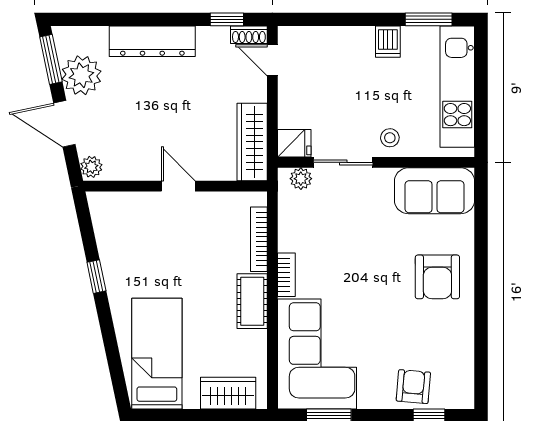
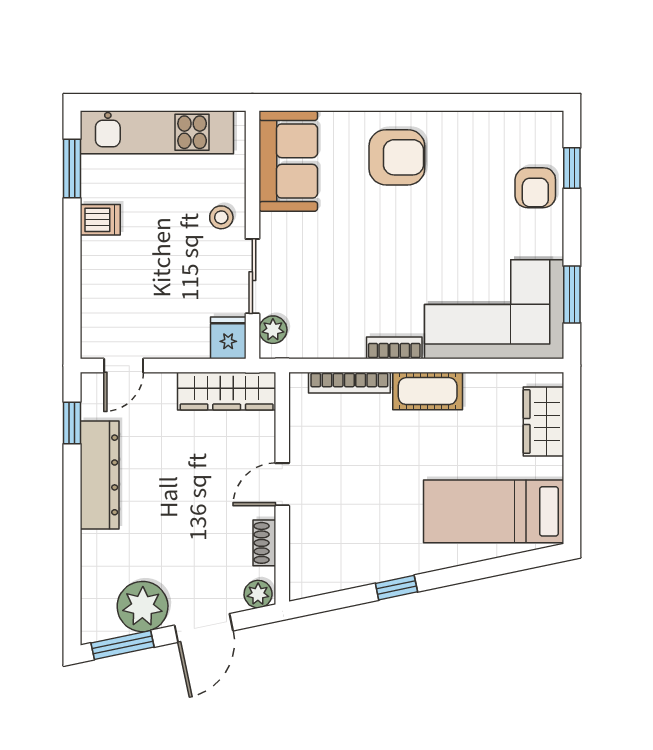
shoe rack: (249, 35) -> (264, 543), moved, turned 180
dresser: (152, 41) -> (100, 475), moved
armchair: (413, 387) -> (535, 188), turned -95

